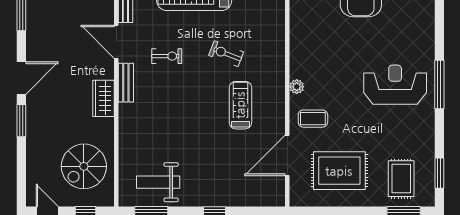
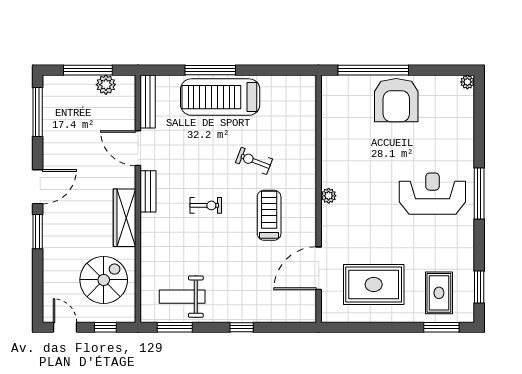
exercise bike: (167, 56) -> (206, 205), moved
wardrobe: (104, 98) -> (124, 218), width x1.50
coffee table: (313, 119) -> (346, 229), removed
spiral stairs: (84, 166) -> (104, 280), turned 180

